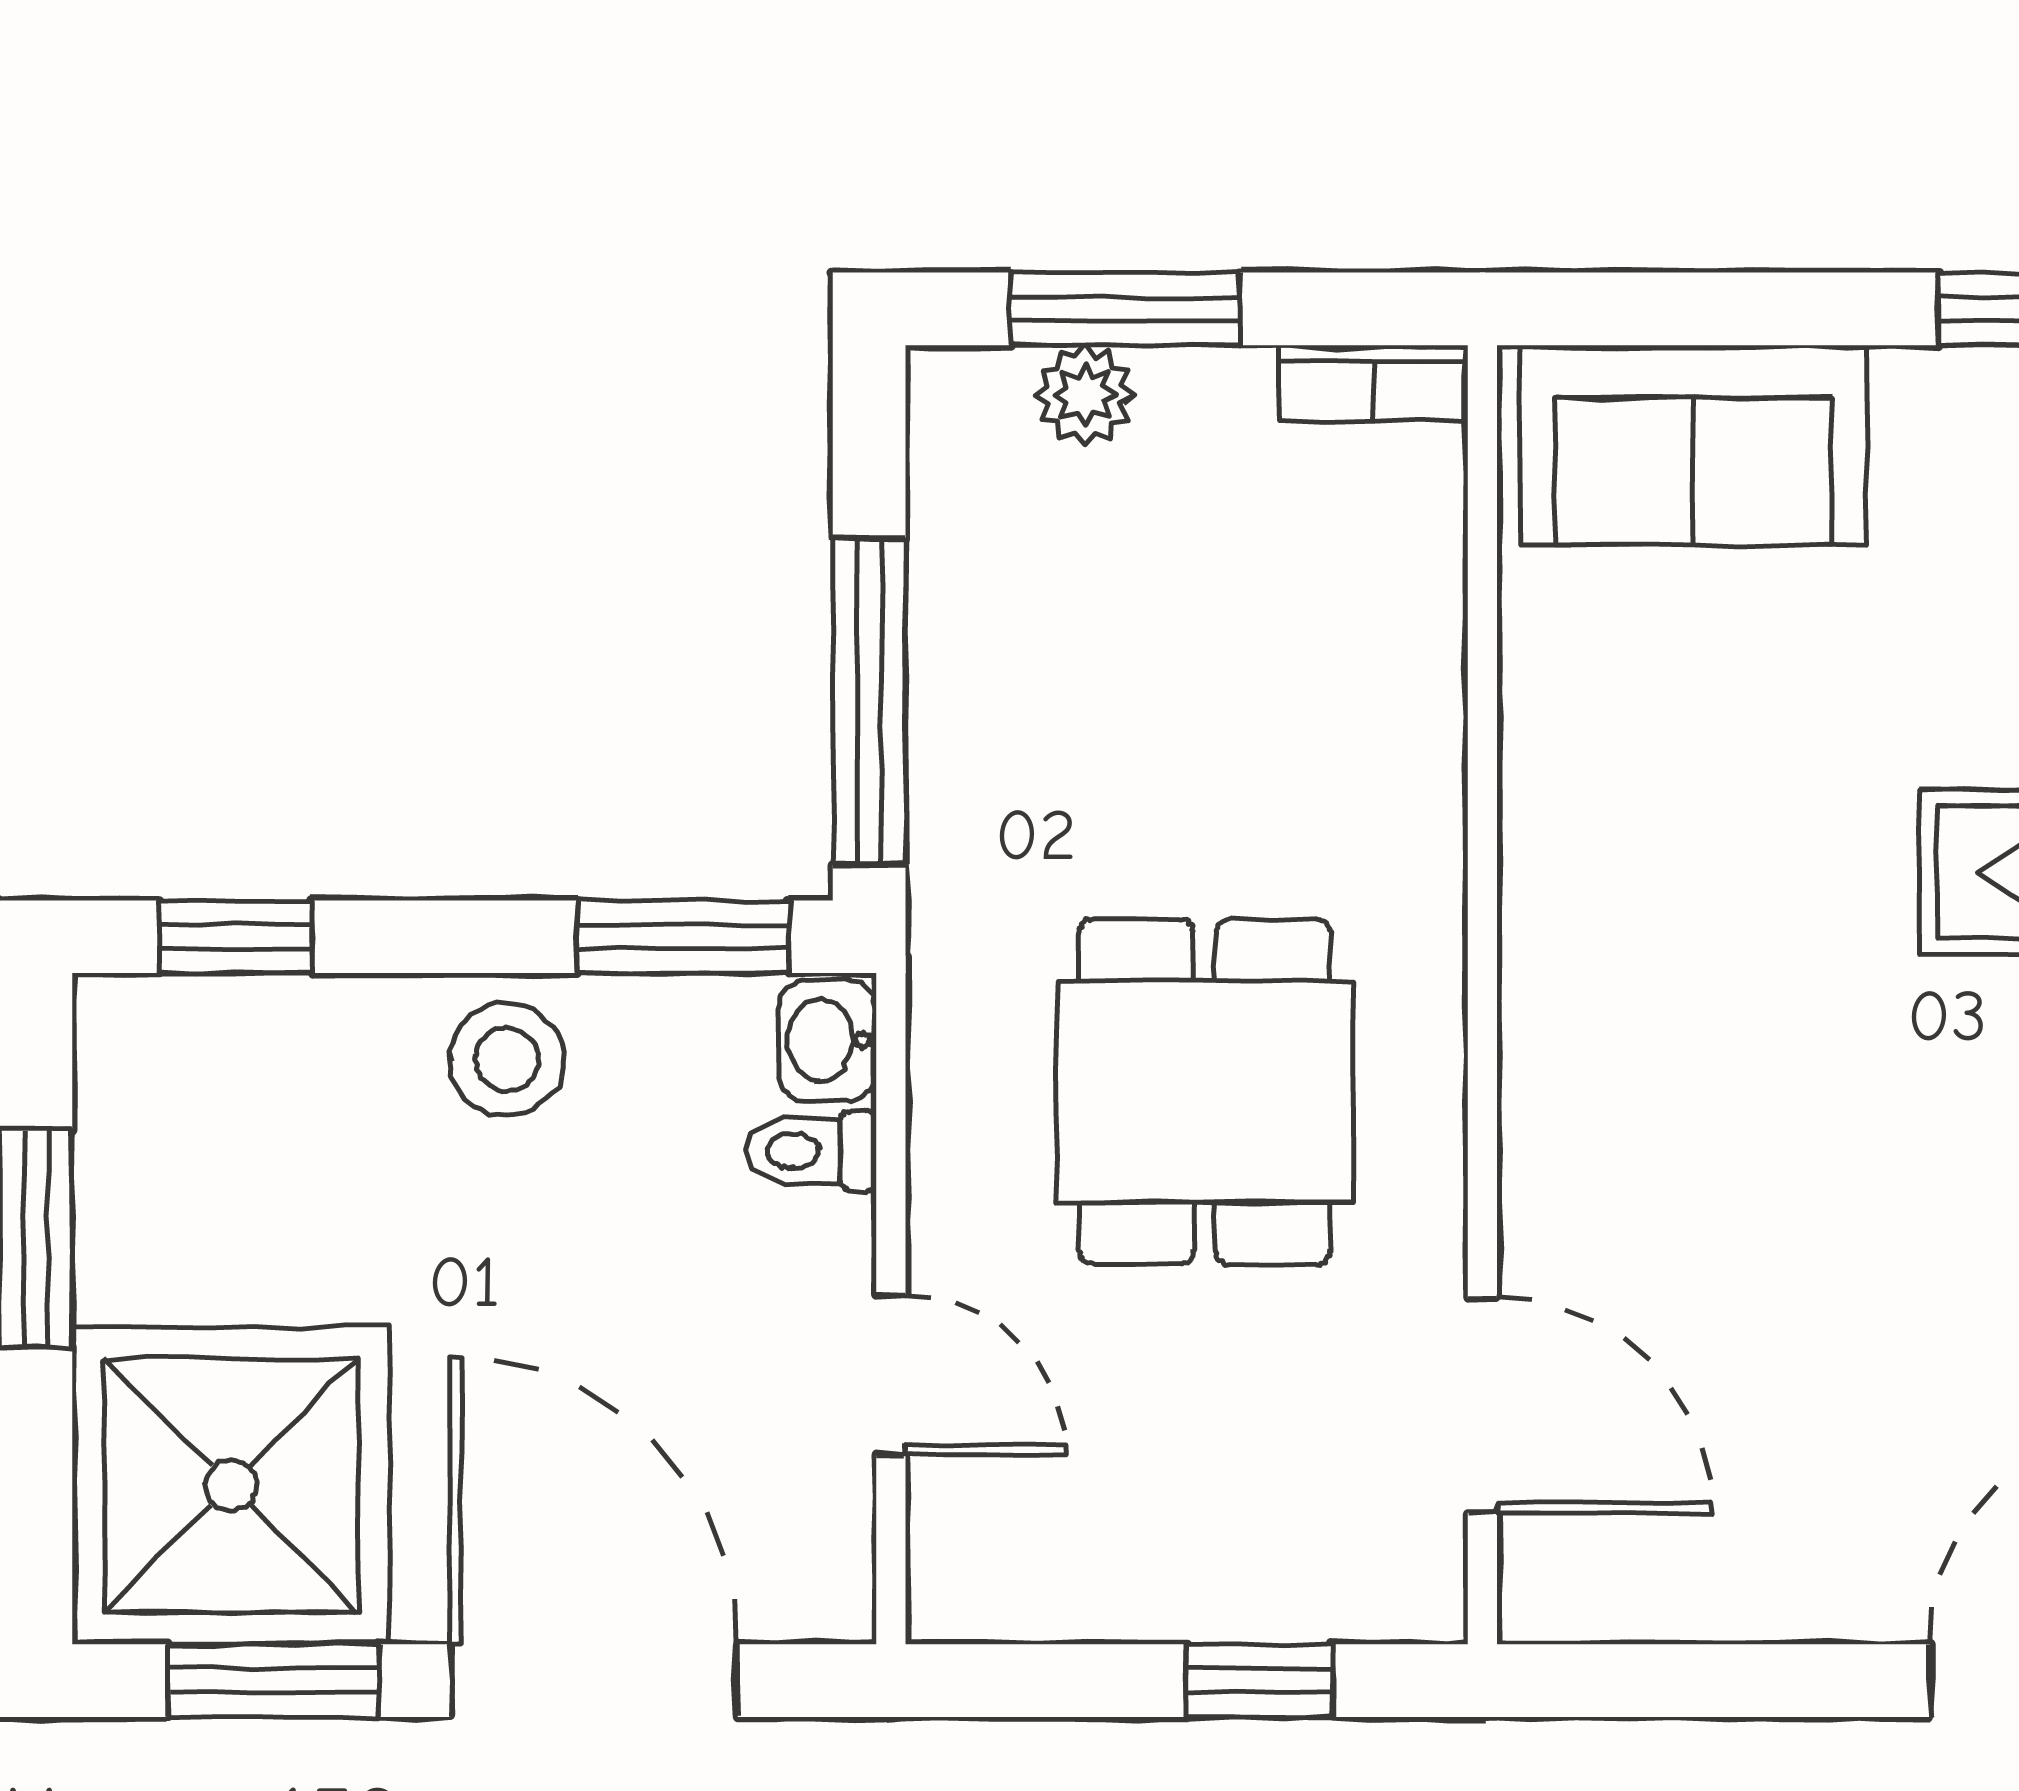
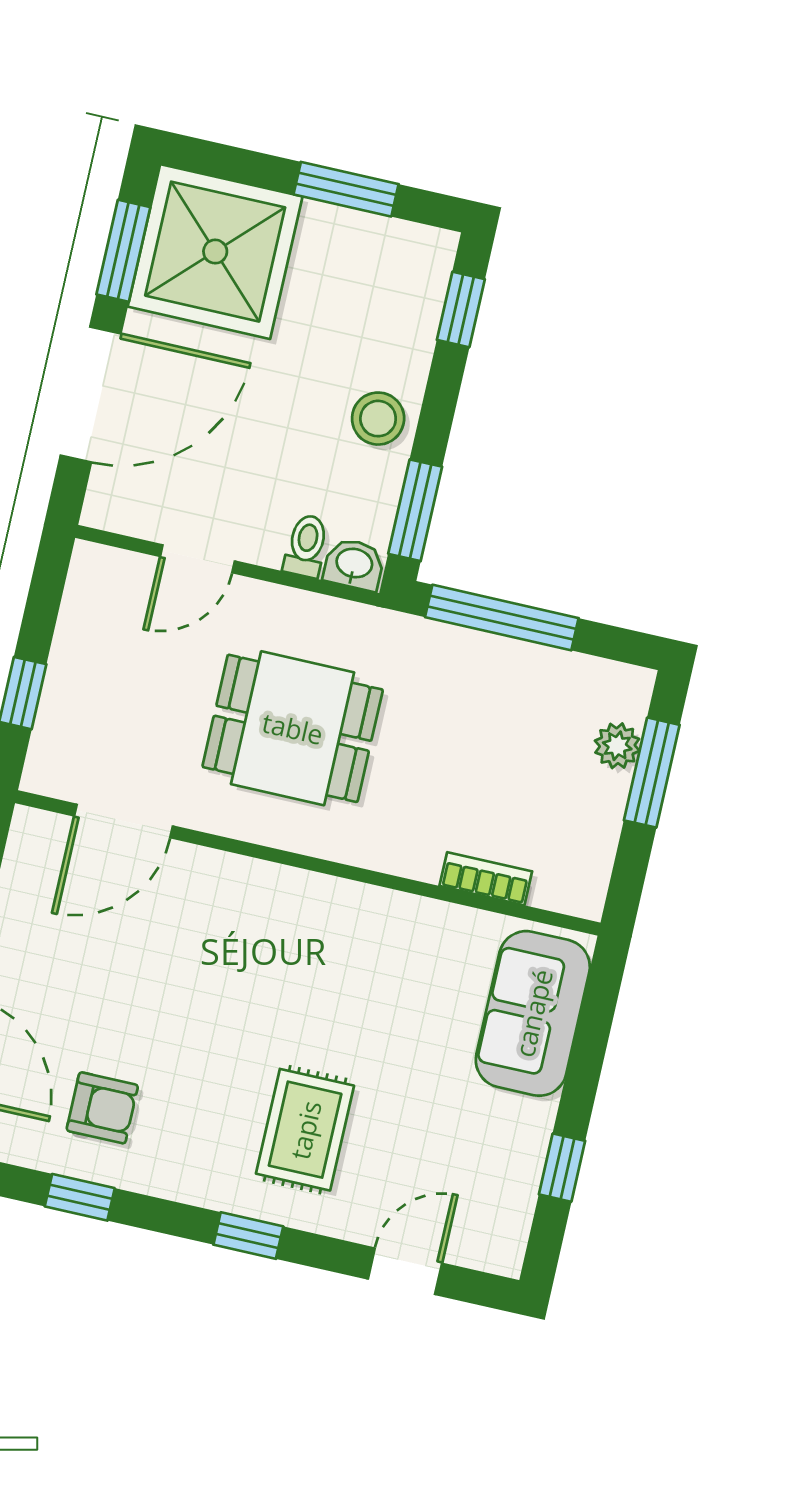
bookcase: (1373, 383) -> (486, 879), moved, turned 90

